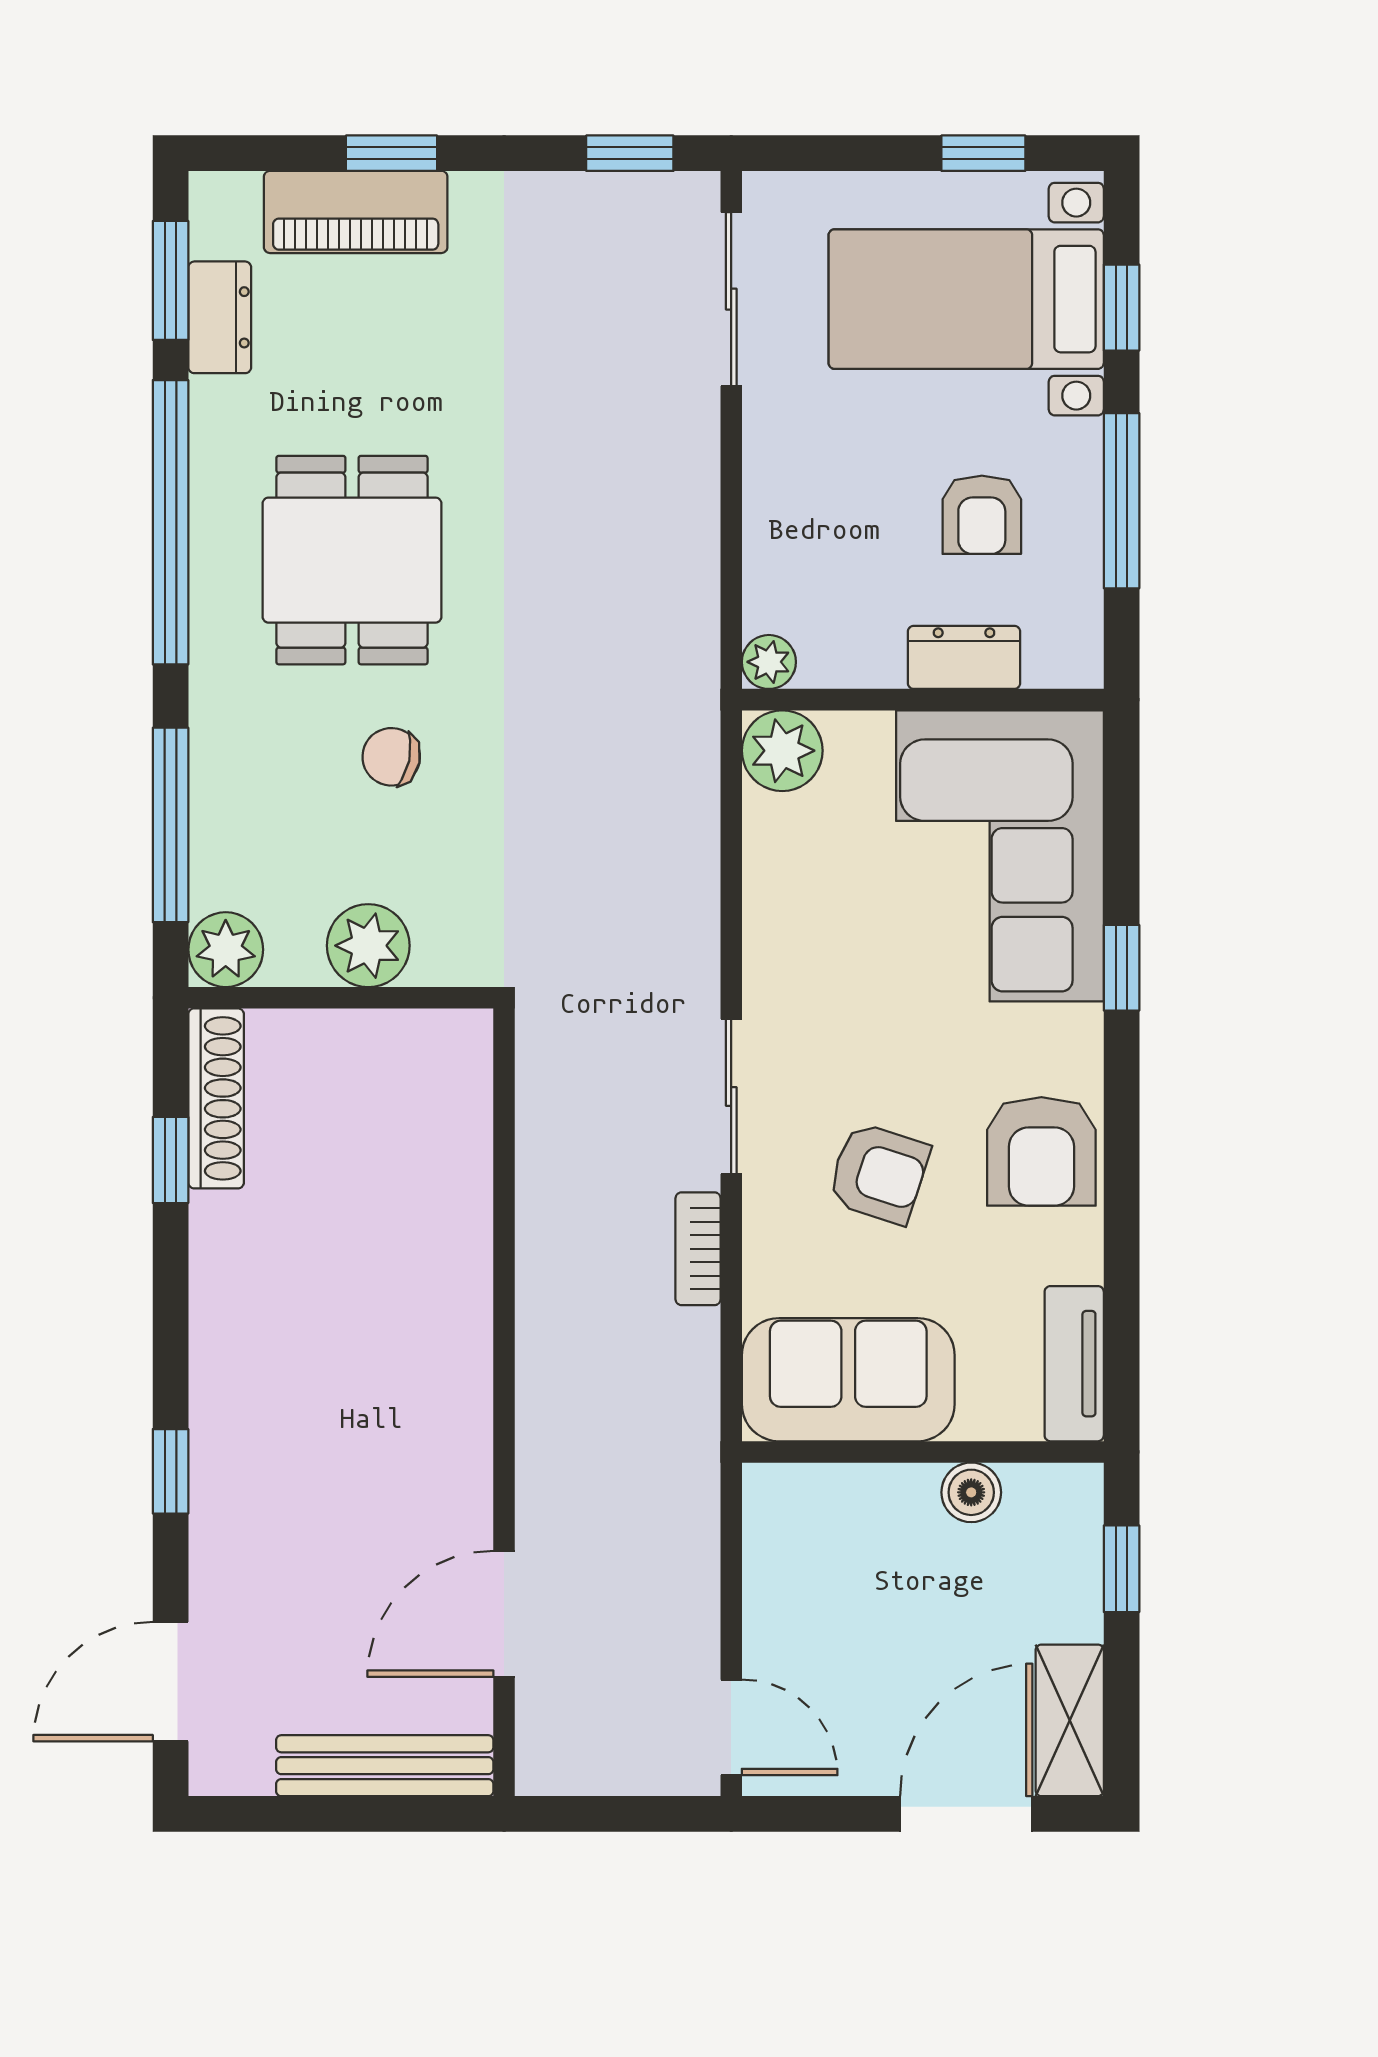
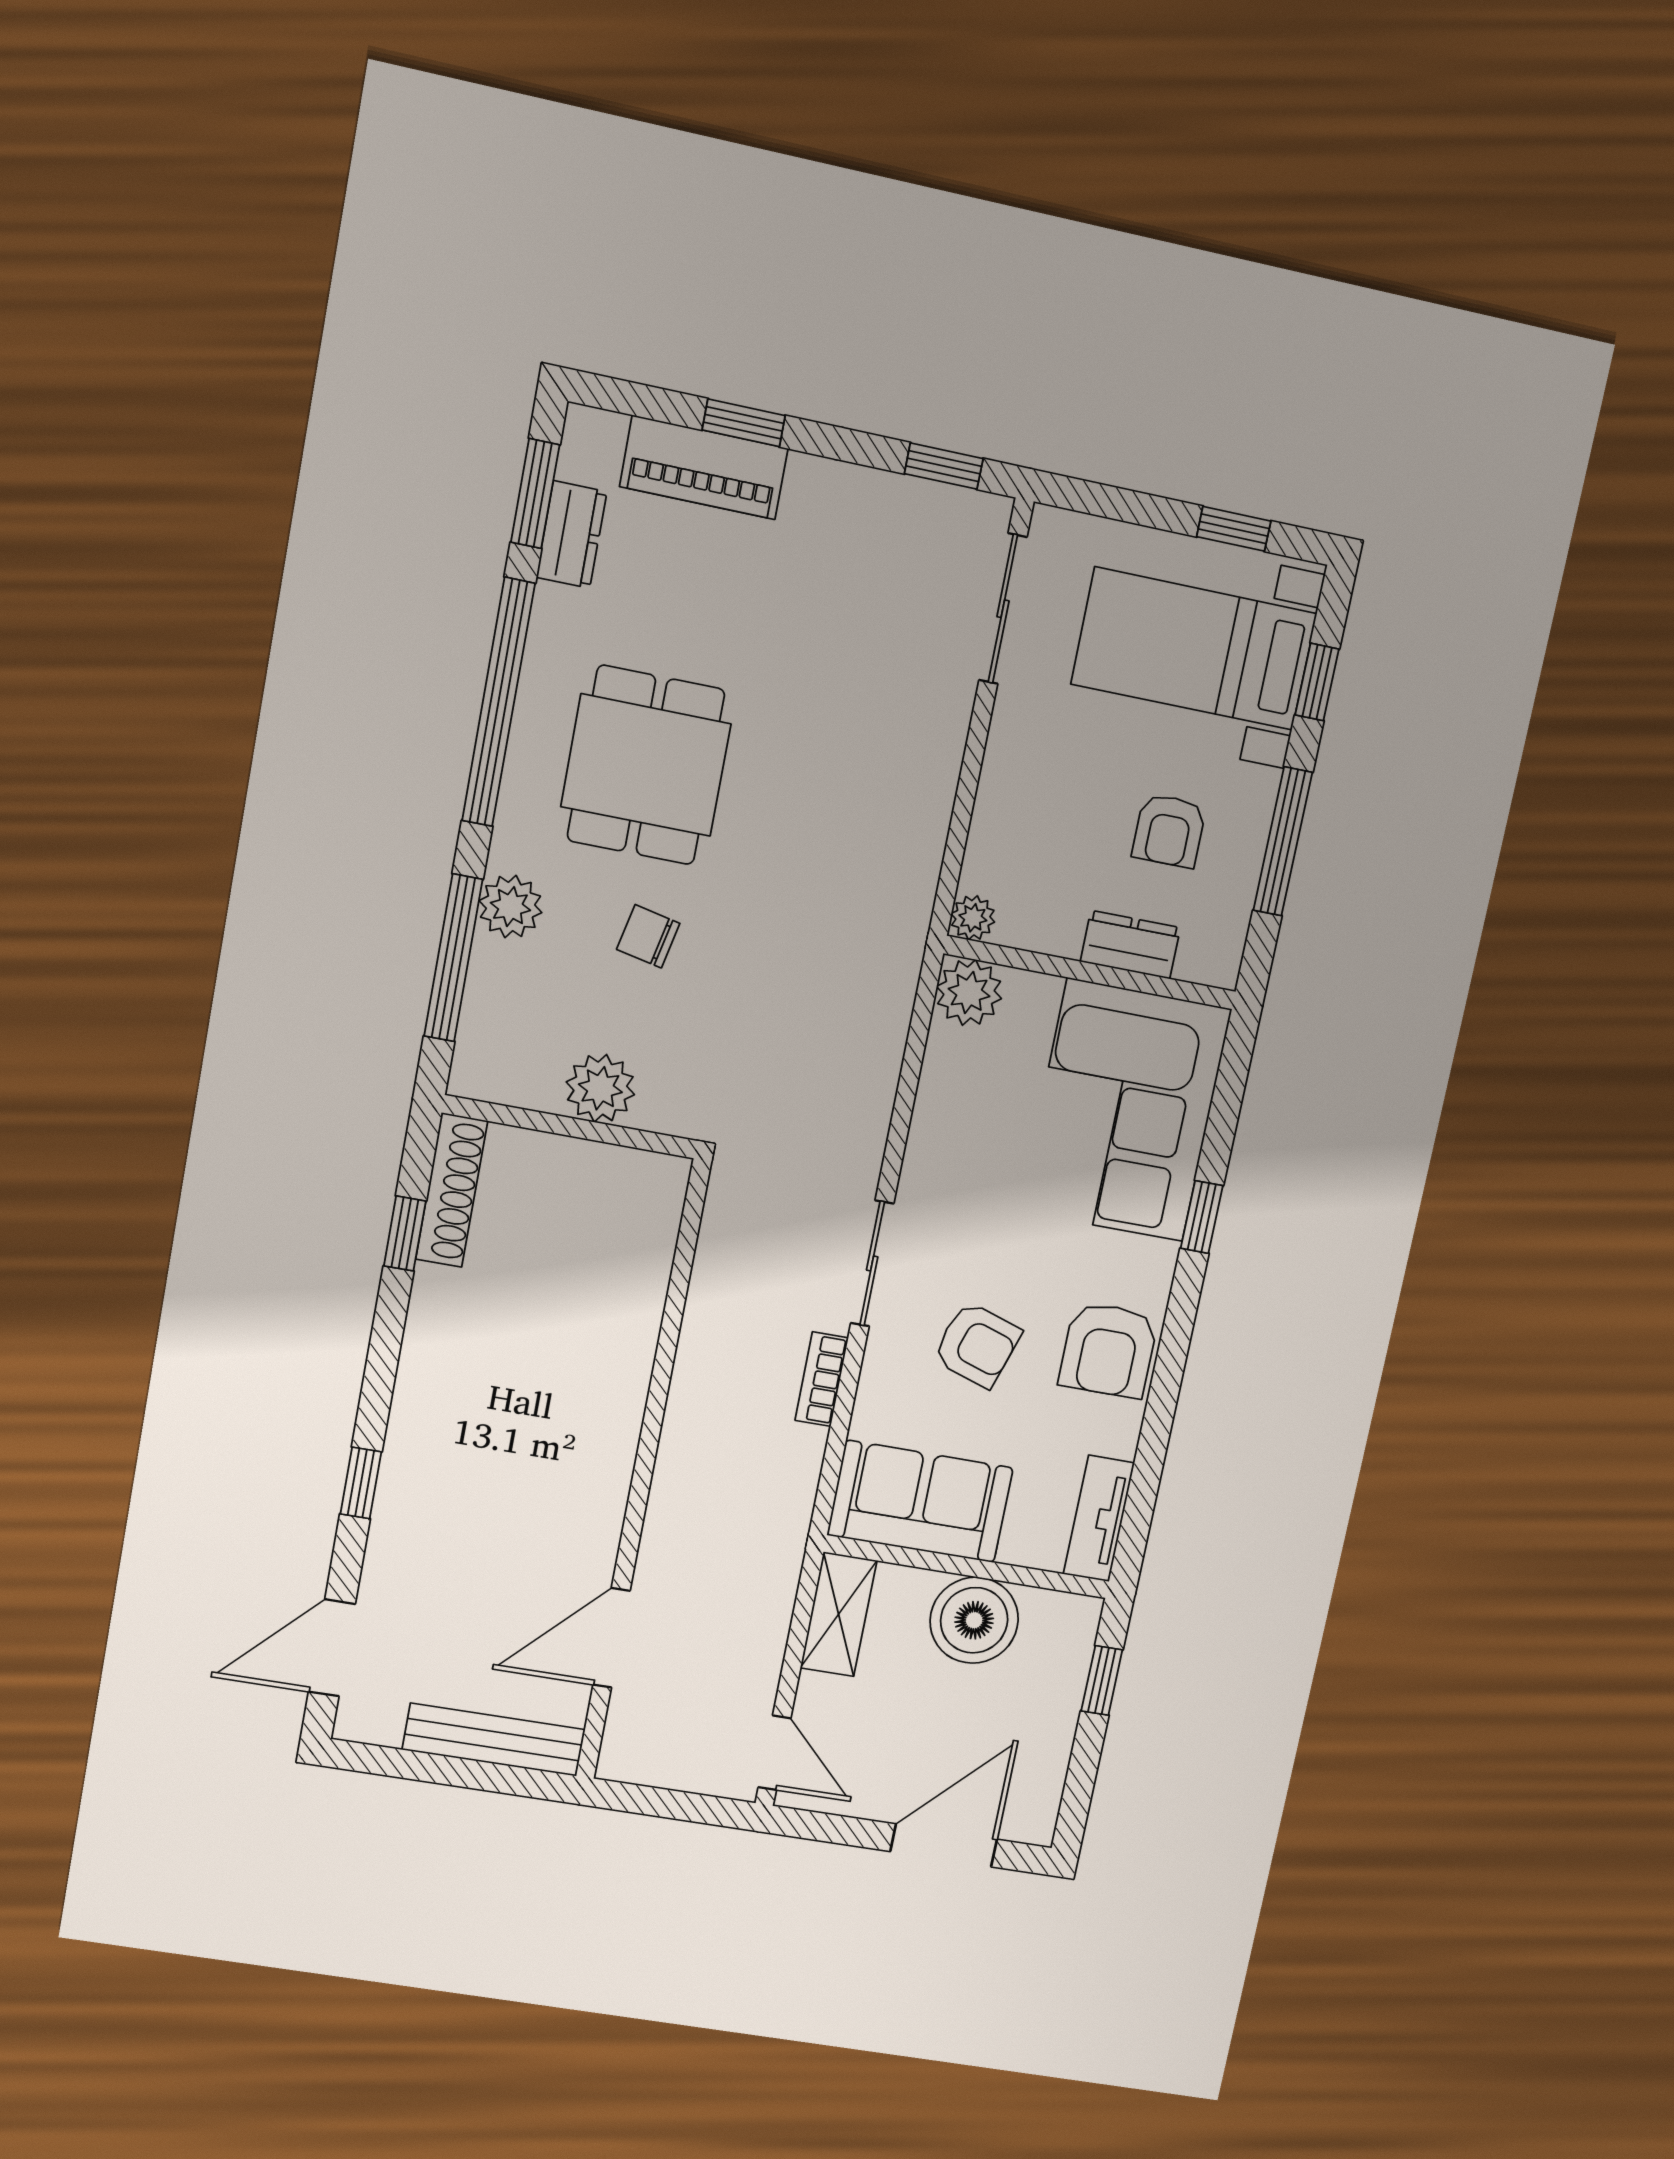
plant: (226, 950) -> (510, 907), moved
boiler: (971, 1492) -> (974, 1620), width x1.86, depth x1.86
shelving: (1070, 1720) -> (838, 1614), moved

